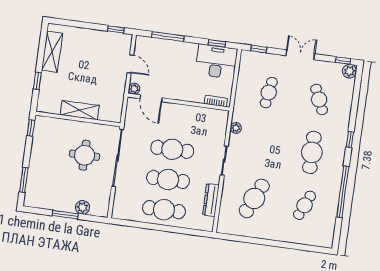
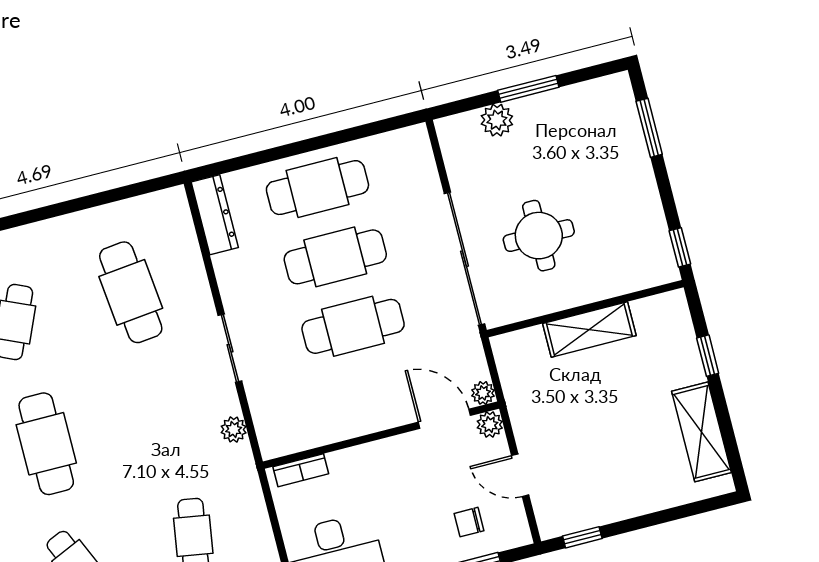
chair: (158, 54) -> (469, 522), added
plant: (132, 102) -> (483, 393), added
cafe table: (254, 198) -> (131, 292), turned -30
dresser: (211, 200) -> (215, 215), moved

